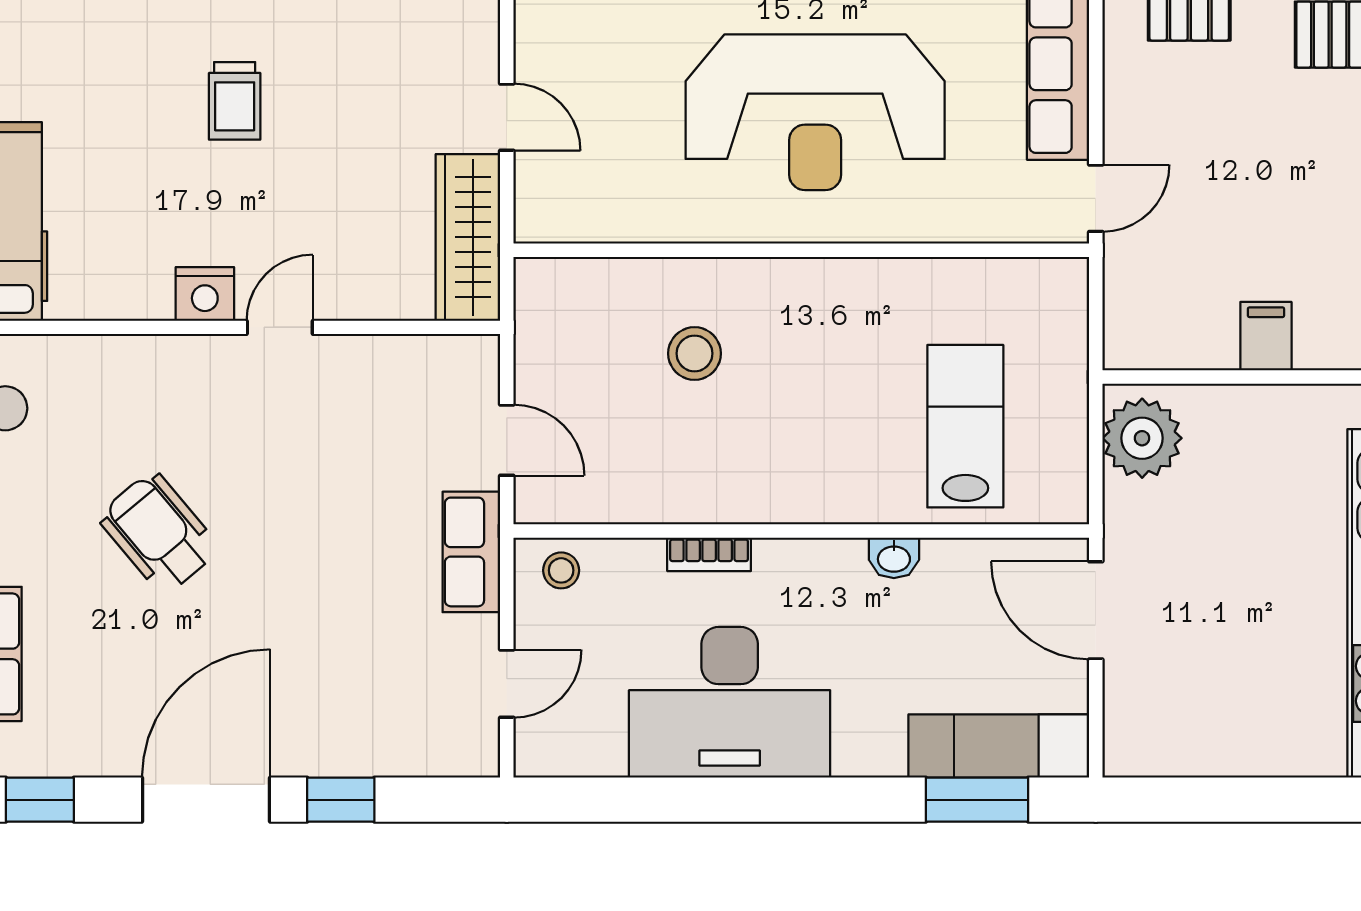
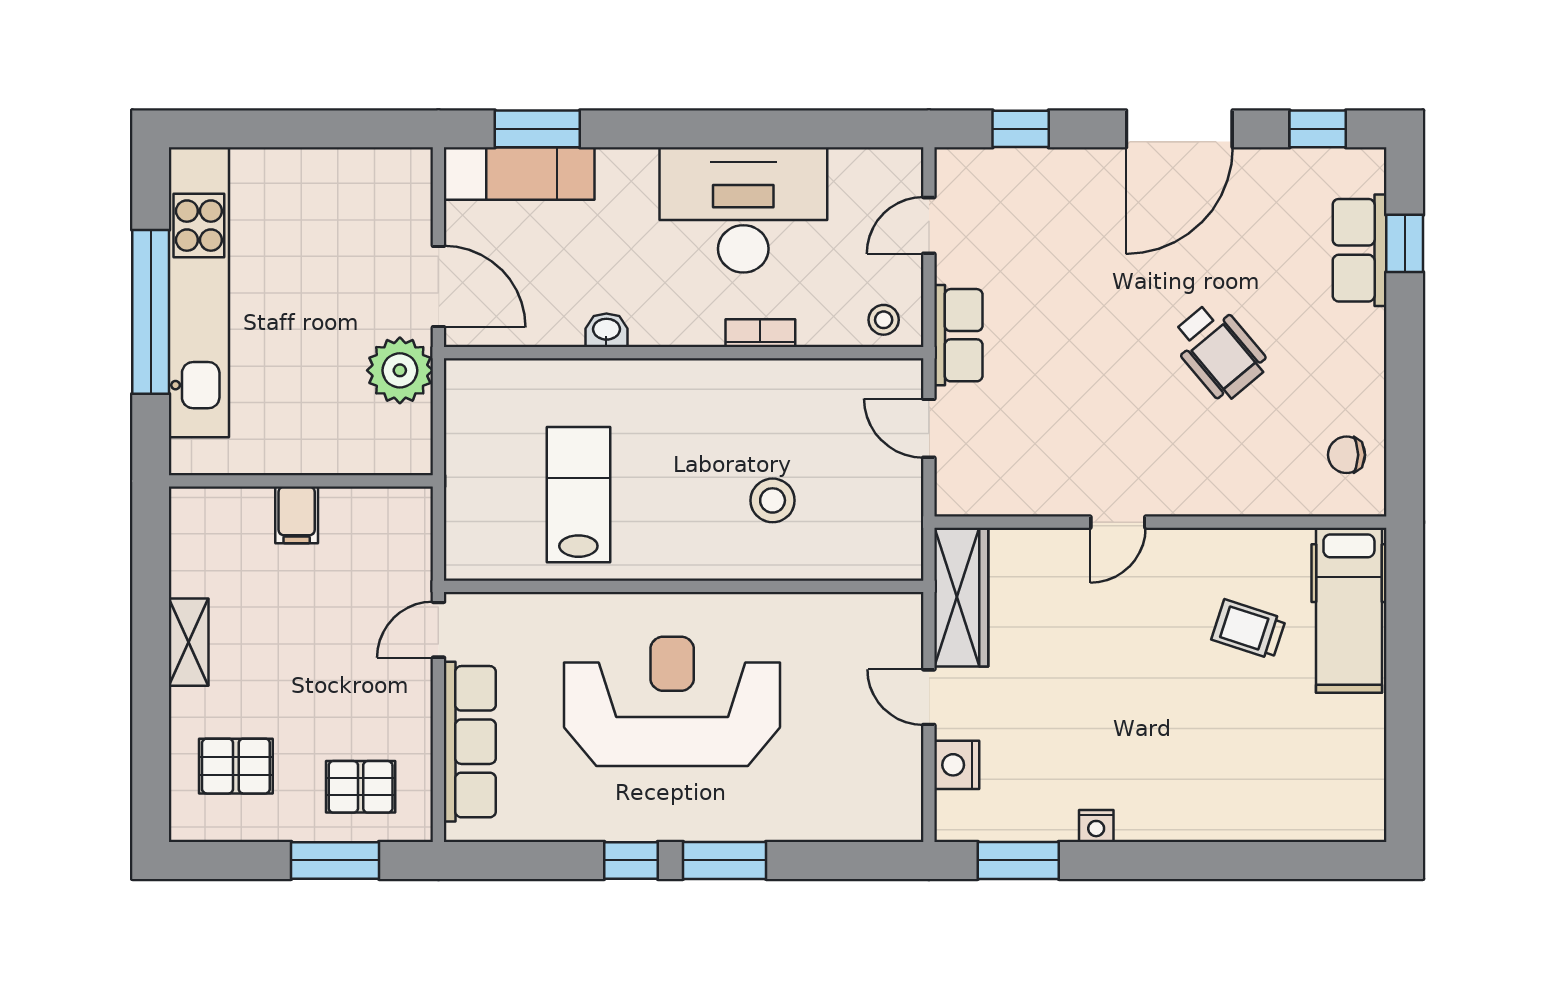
trolley: (235, 101) -> (1249, 629), moved, turned -72
nightstand: (205, 294) -> (957, 765), moved, turned -90
lab bench: (965, 426) -> (578, 495), moved, turned 180
plant: (1142, 438) -> (400, 370), moved
window: (341, 800) -> (1021, 129), moved

